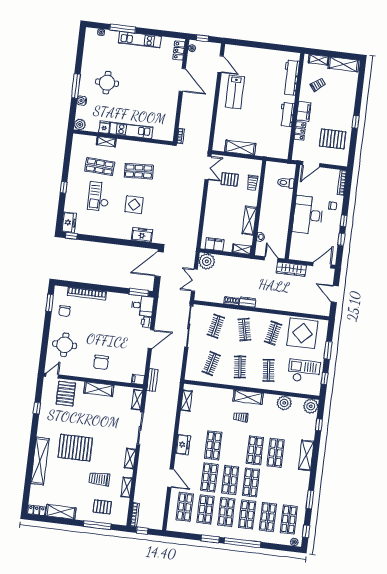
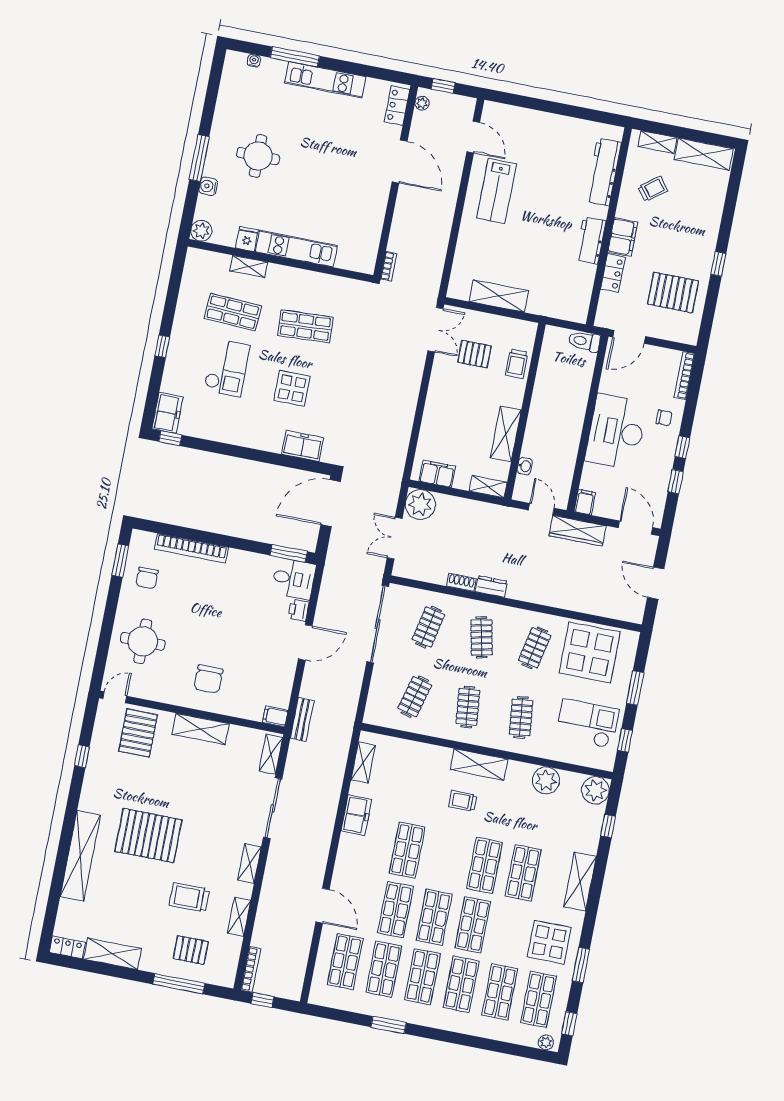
toilet: (286, 183) -> (584, 341), moved
checkout: (99, 196) -> (227, 368), turned 180
filing cabinet: (294, 254) -> (585, 502), added
door: (322, 265) -> (636, 528), hinge flipped
freezer: (183, 445) -> (356, 815), moved
display table: (292, 489) -> (549, 942), added
window: (243, 543) -> (449, 1037), removed

